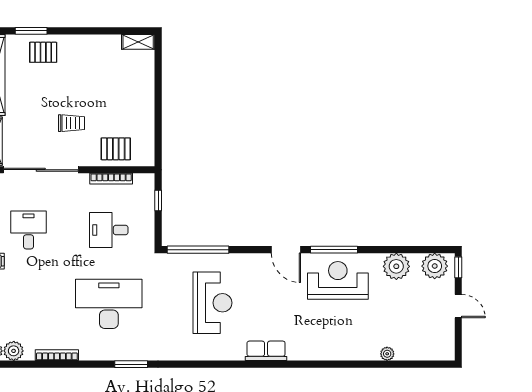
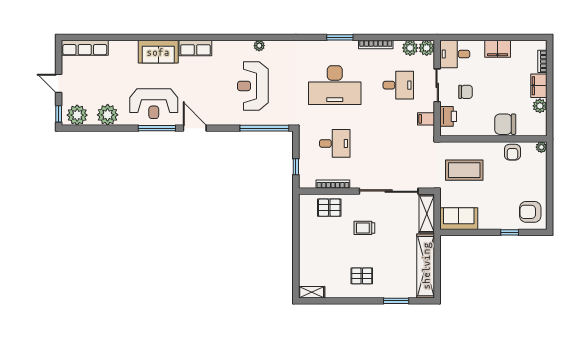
pallet: (43, 52) -> (362, 276), moved
desk: (29, 230) -> (398, 85), moved, turned -90
sofa: (332, 346) -> (158, 52), added
row of seats: (266, 351) -> (195, 48), moved
row of seats: (425, 351) -> (85, 48), added
plant: (387, 354) -> (259, 46), moved
window: (131, 364) -> (340, 37), moved

